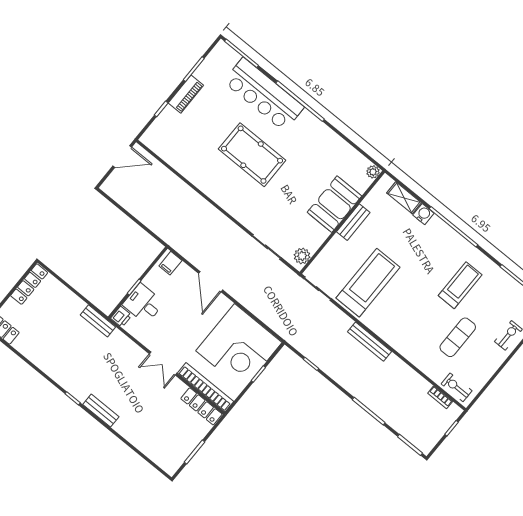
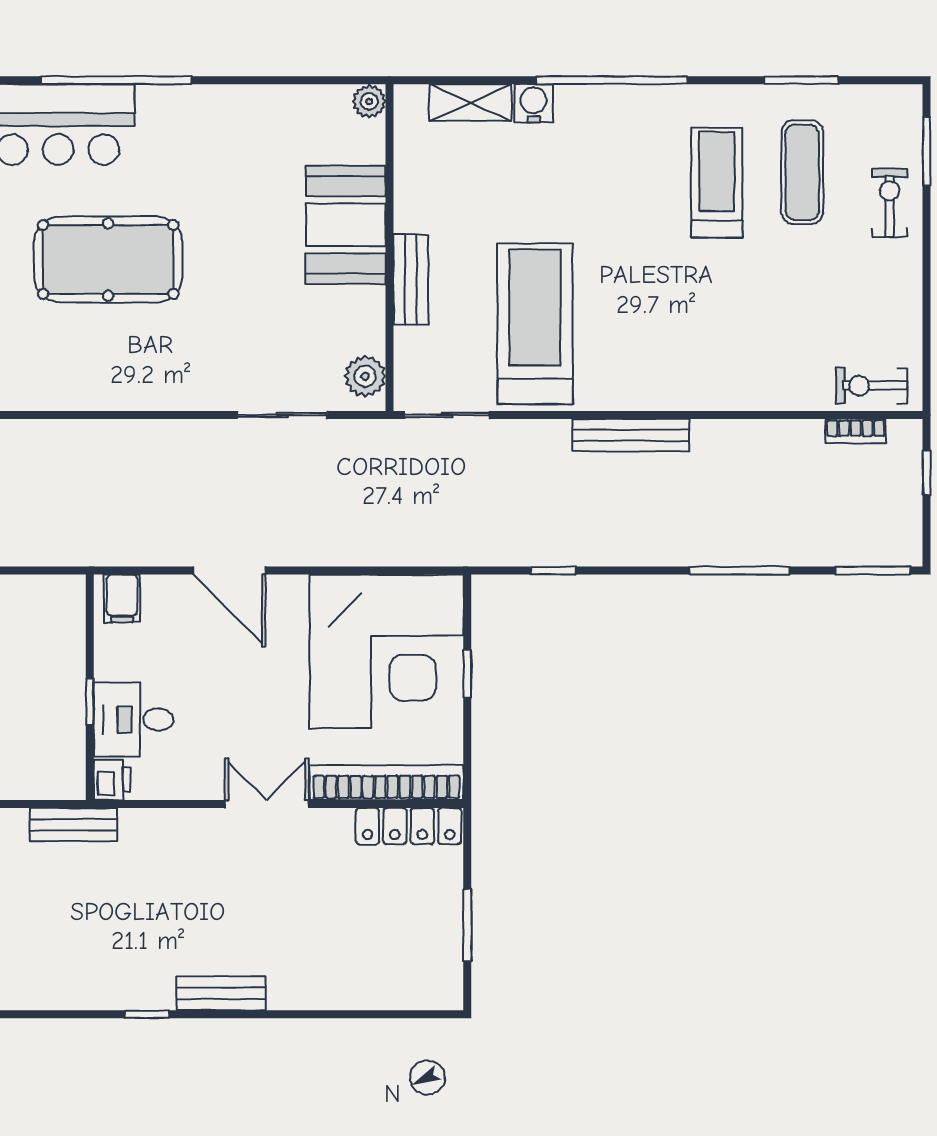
bench: (353, 222) -> (411, 280), moved
exercise mat: (458, 337) -> (802, 172), moved
double door: (163, 364) -> (267, 804), swing flipped

